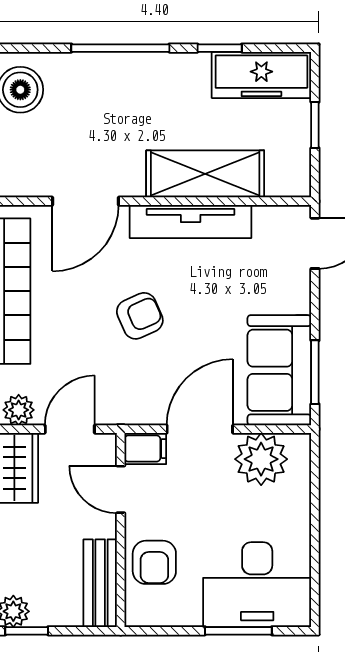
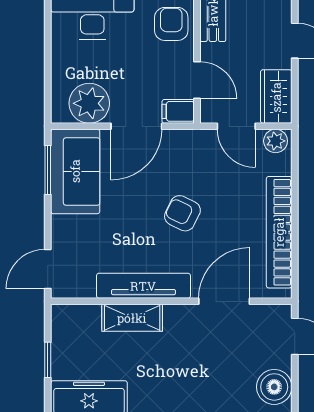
shelving: (205, 174) -> (132, 318), width x0.67, depth x0.75
armchair: (140, 316) -> (182, 213), turned 50
door: (70, 429) -> (236, 126), hinge flipped

